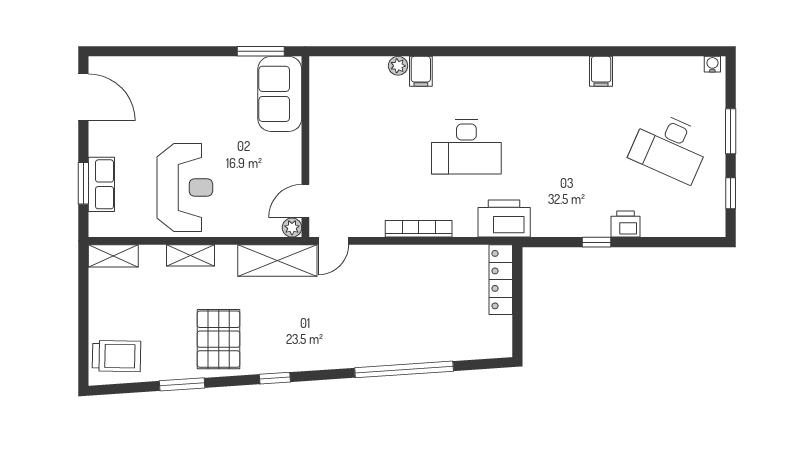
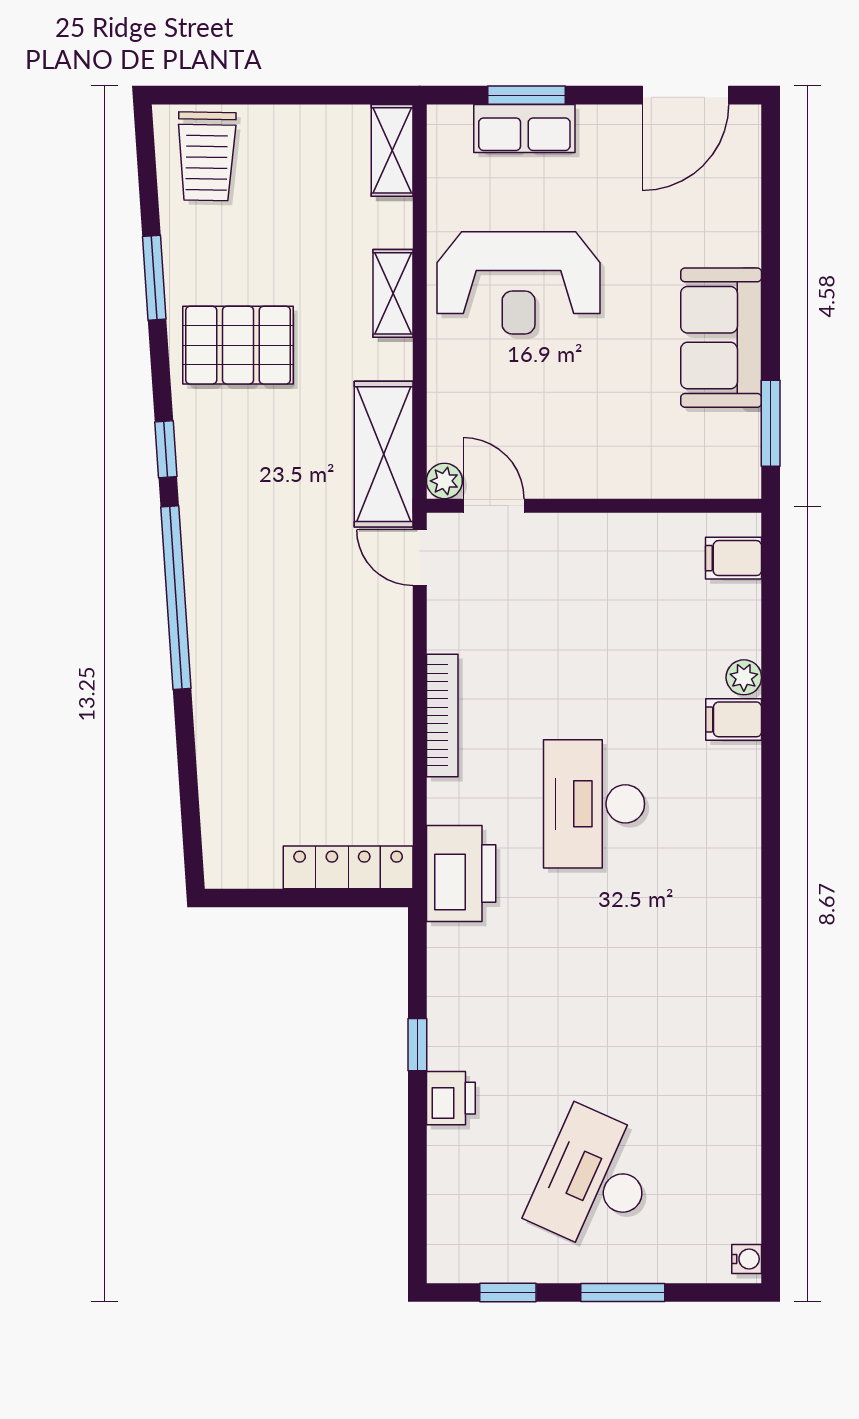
filing cabinet: (601, 71) -> (733, 558), moved
sofa: (280, 94) -> (721, 338), moved, turned -90
window: (404, 369) -> (176, 598), moved

